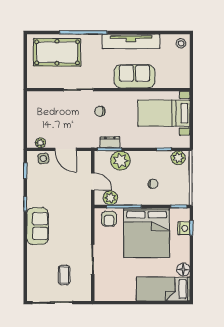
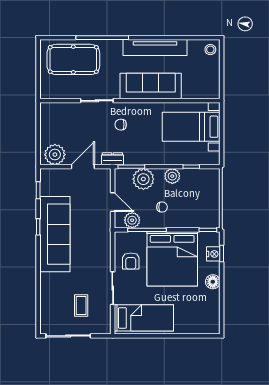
sofa: (134, 76) -> (151, 86), width x1.36
dresser: (110, 142) -> (112, 159), moved
plant: (40, 143) -> (55, 155), width x1.88, depth x1.88
door: (66, 149) -> (83, 167), swing flipped
plant: (178, 158) -> (172, 176), moved
side table: (43, 159) -> (58, 177), removed
chair: (153, 184) -> (162, 207), moved
armchair: (109, 219) -> (131, 261), moved
sofa: (37, 226) -> (55, 234), width x1.85, depth x1.27
floor lamp: (183, 269) -> (213, 282), moved
bed: (163, 289) -> (144, 318), moved, turned 180

